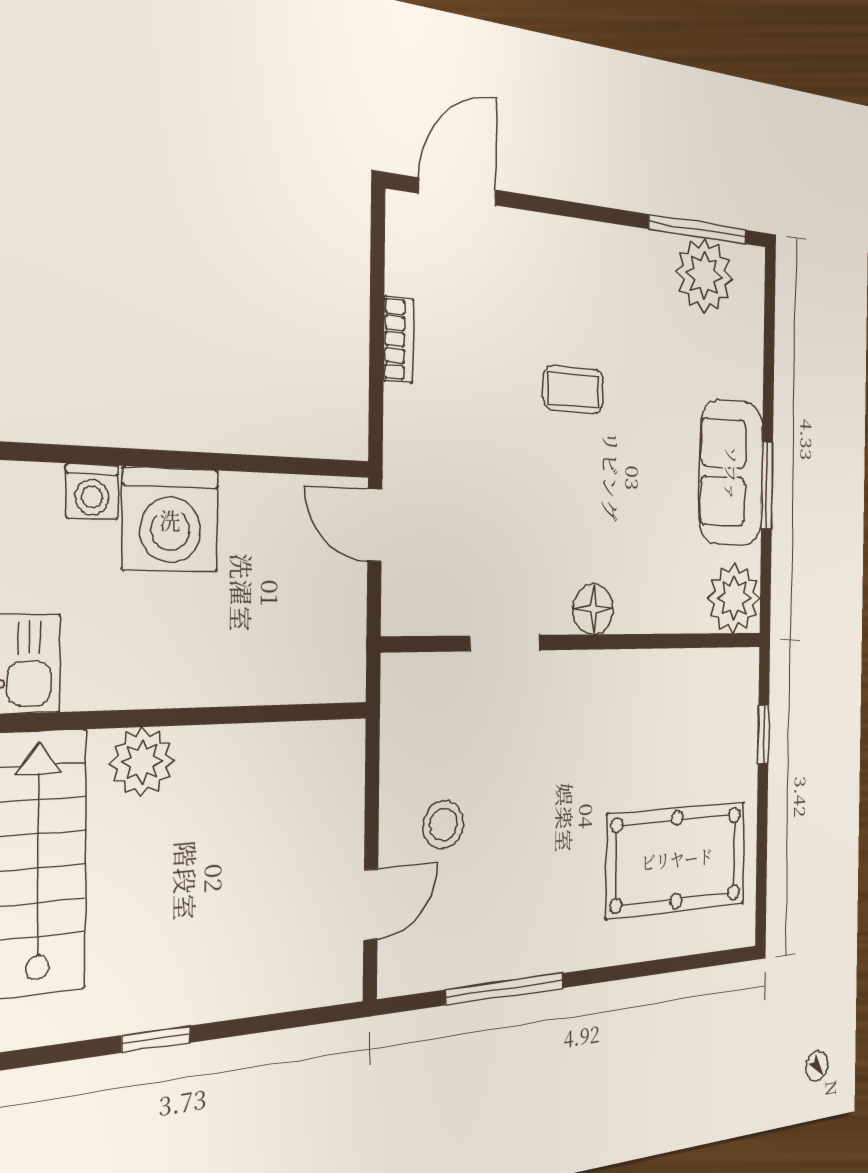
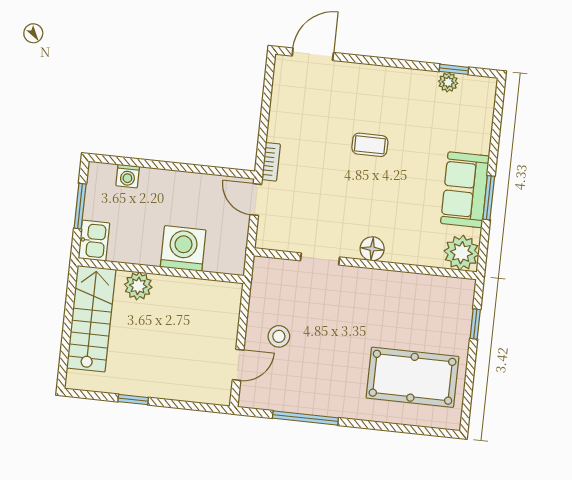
window: (698, 229) -> (454, 69), width x0.46
plant: (704, 275) -> (448, 82), width x0.53, depth x0.53
bookcase: (398, 340) -> (271, 162), moved
washing machine: (170, 520) -> (183, 248), moved, turned 180

